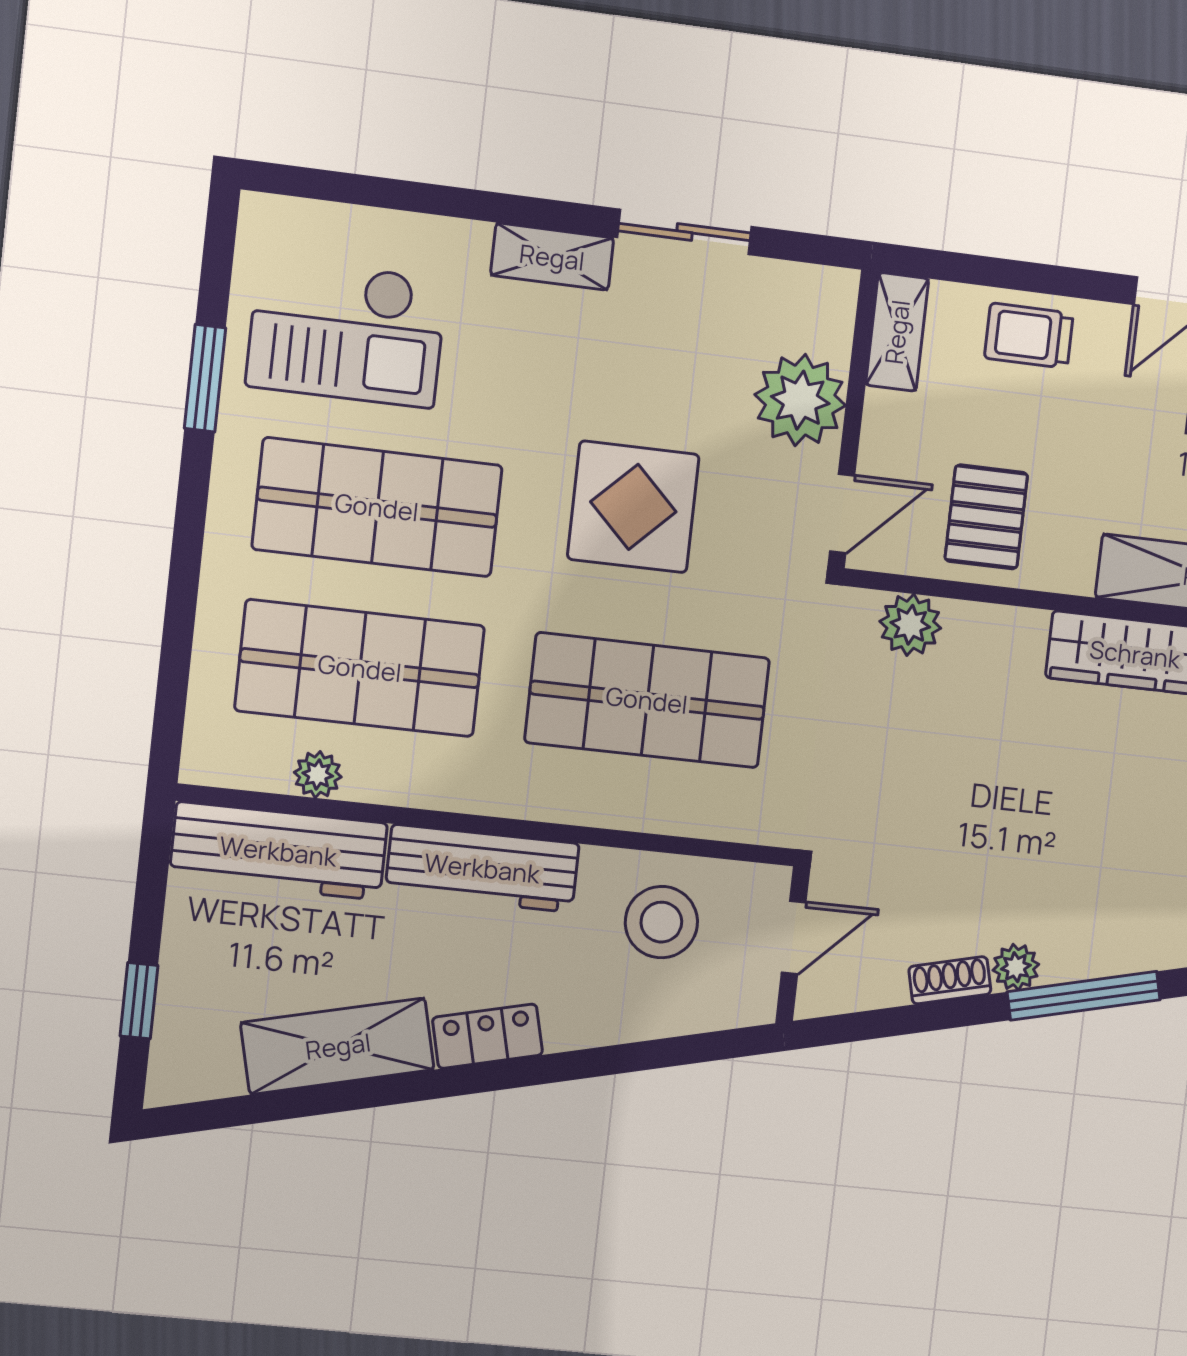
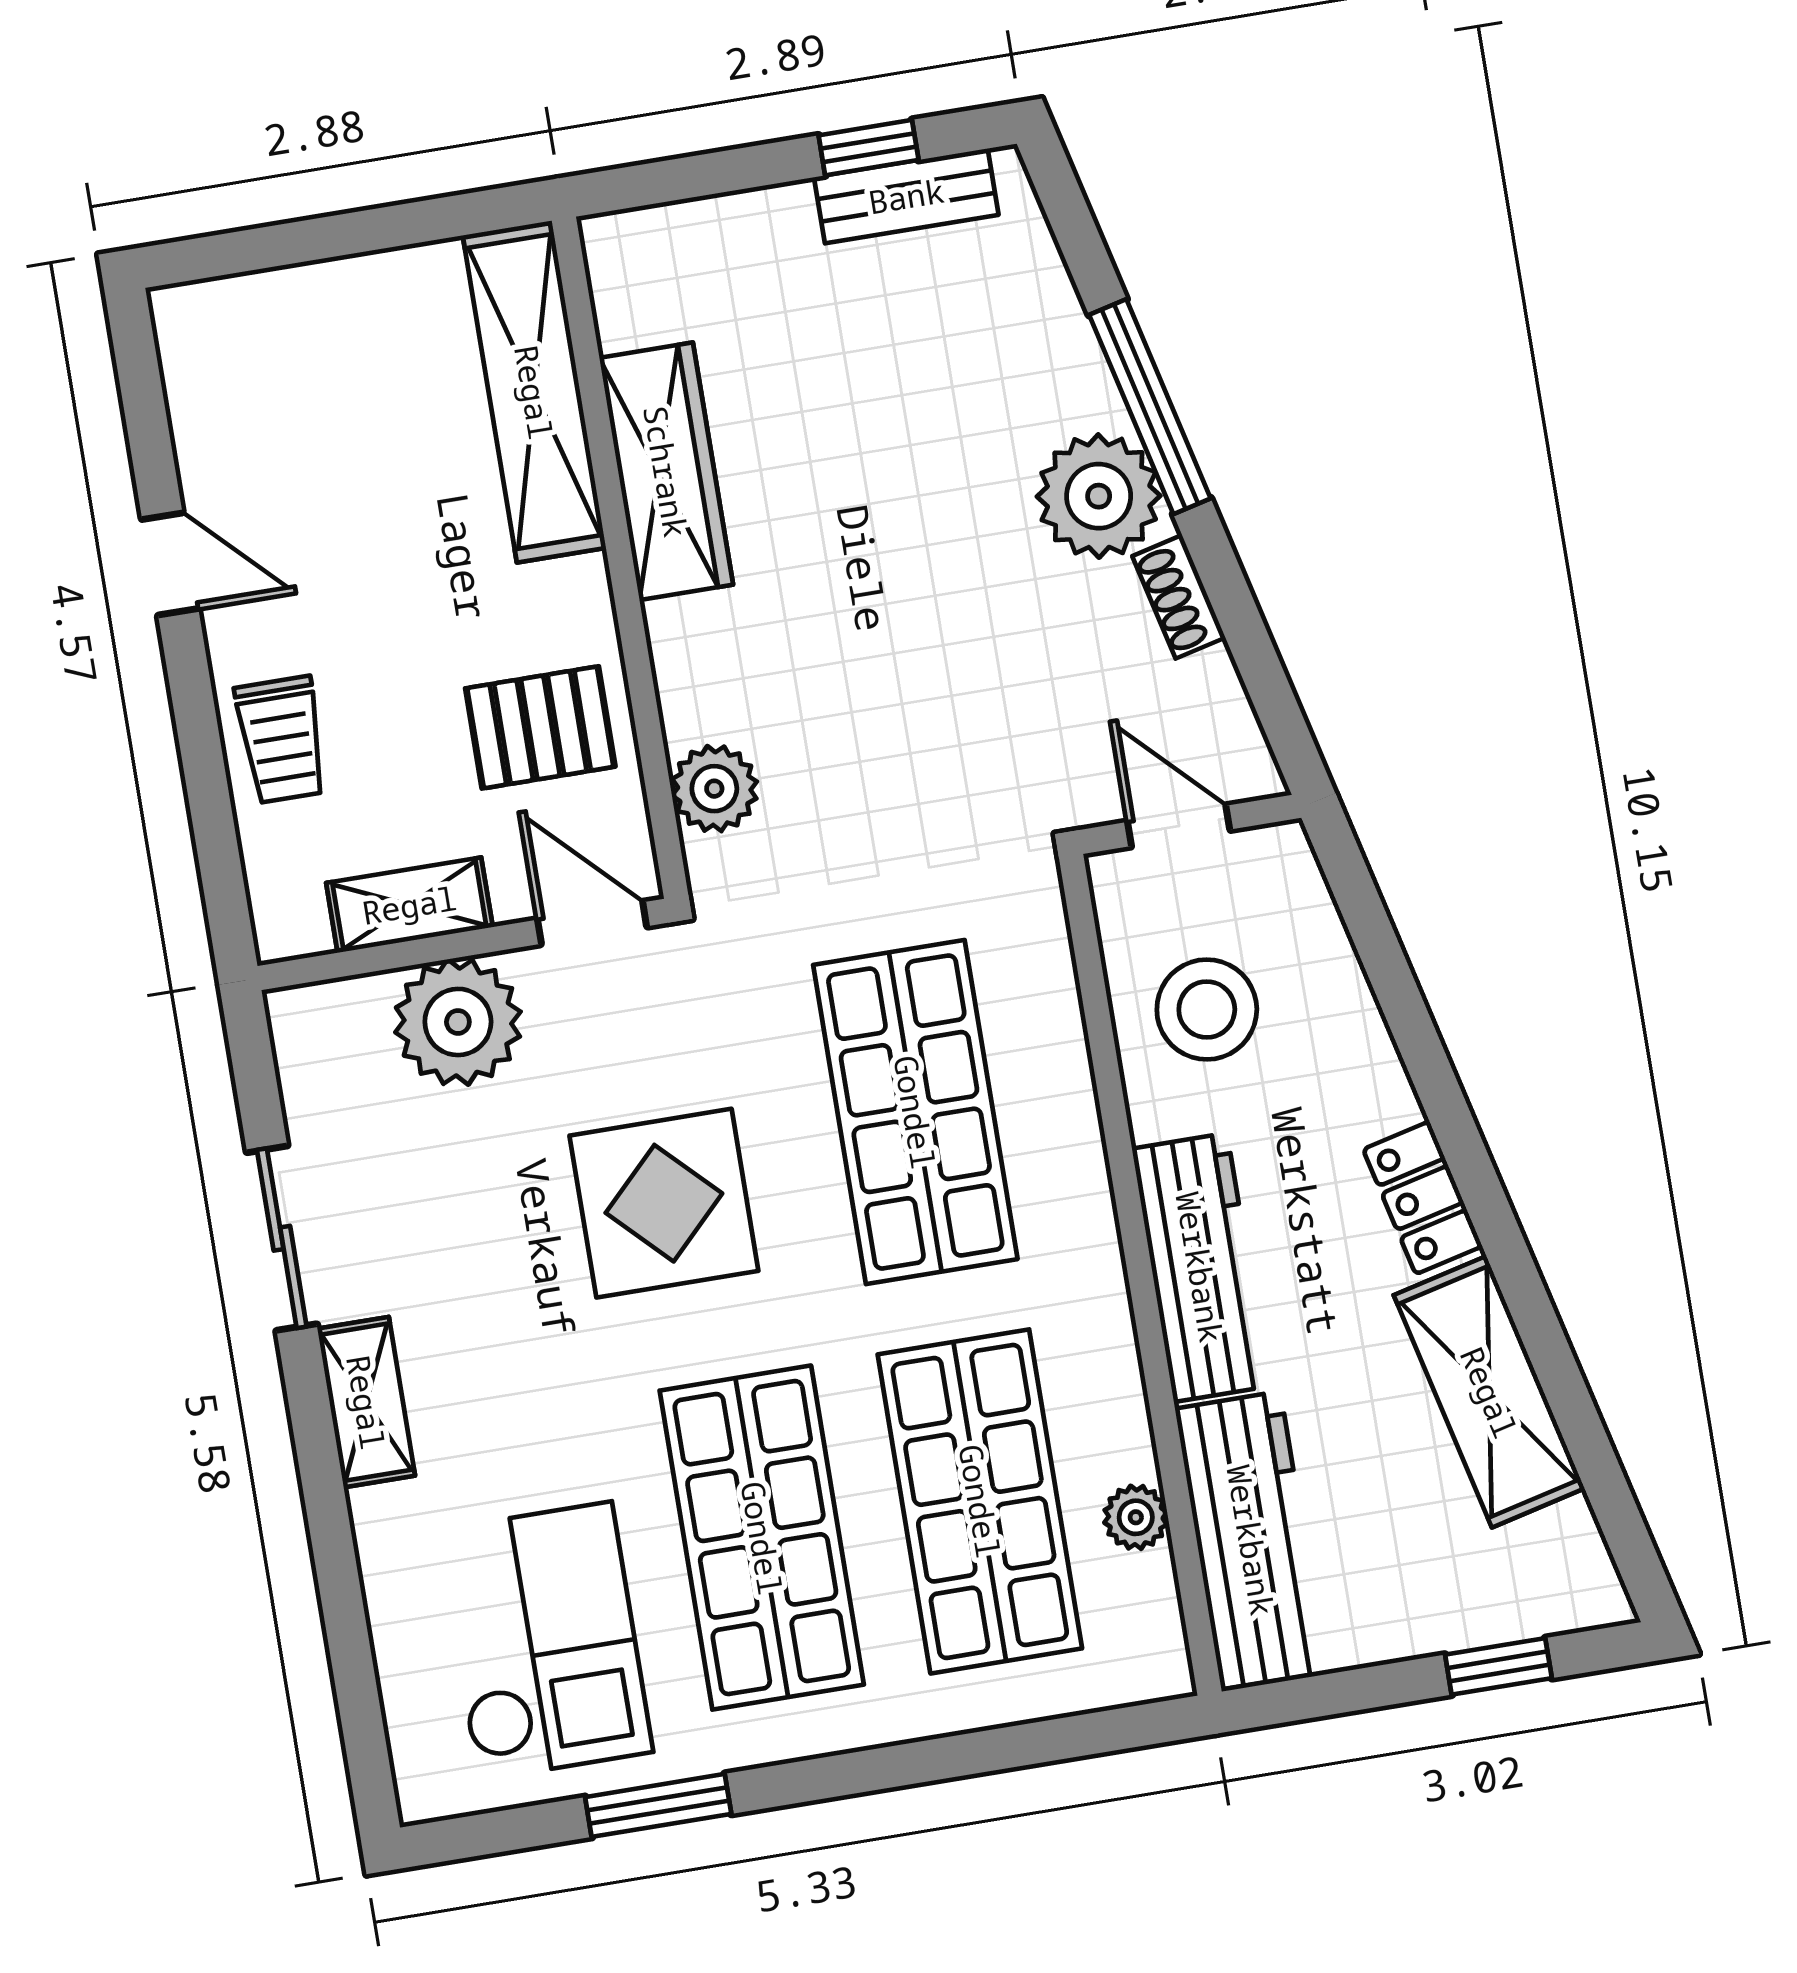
shelving: (897, 332) -> (409, 905), moved
plant: (1016, 967) -> (1099, 496), width x1.88, depth x1.88

